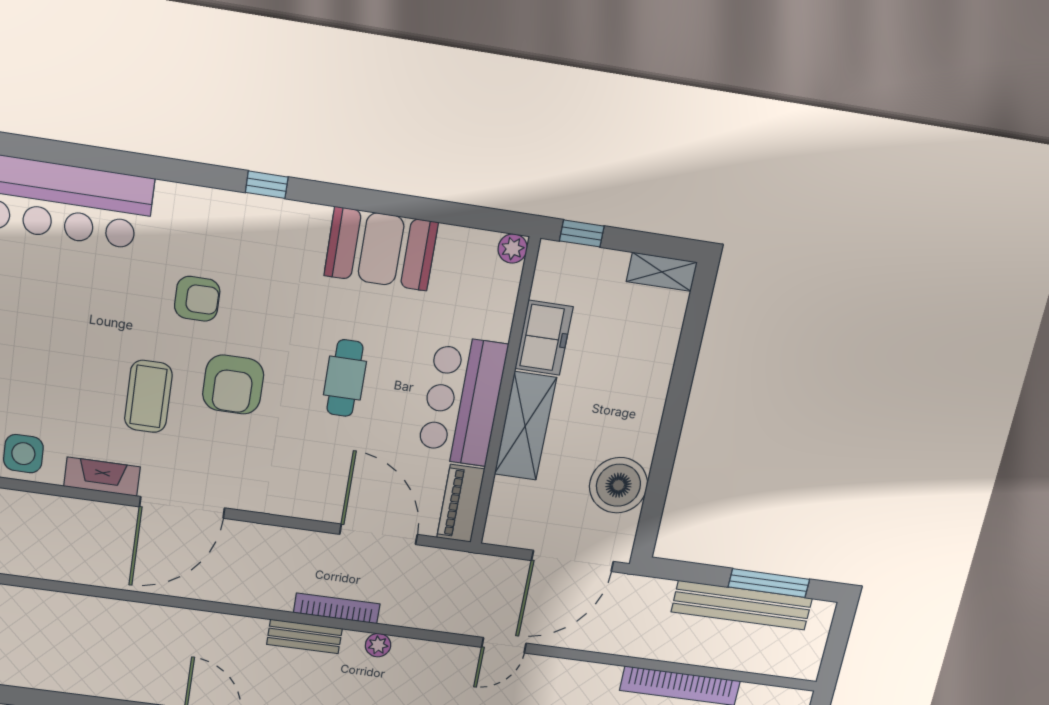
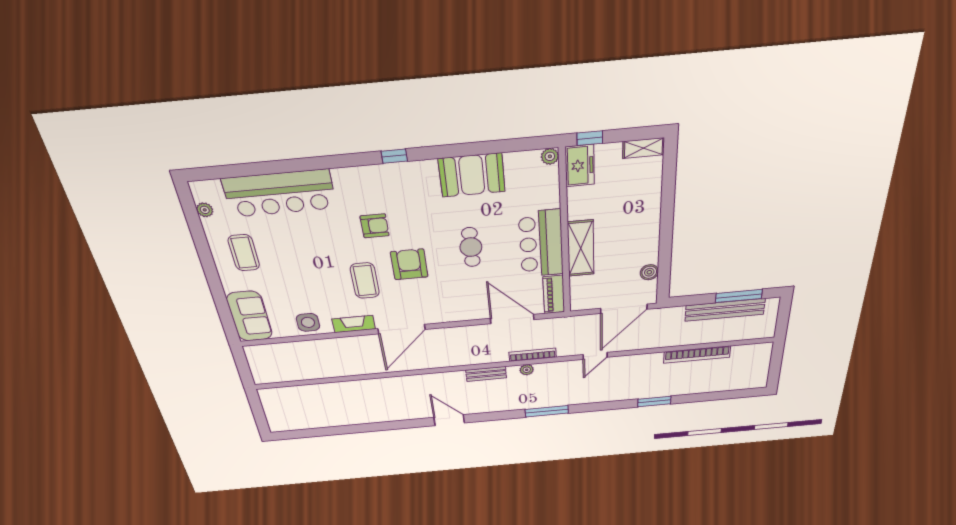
freezer: (544, 338) -> (580, 166), moved
armchair: (233, 385) -> (409, 264), turned 180
boiler: (618, 485) -> (649, 272), width x0.54, depth x0.54
bookcase: (337, 608) -> (533, 355), moved

